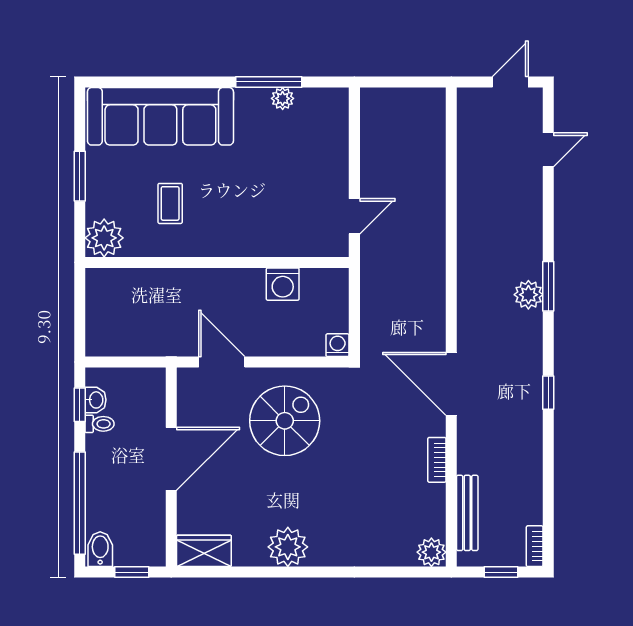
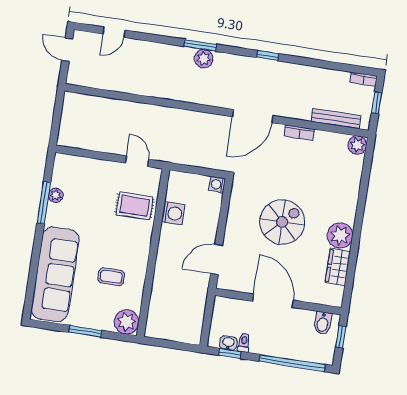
door: (548, 150) -> (114, 32), swing flipped
rug: (285, 223) -> (135, 206), added
spiral stairs: (285, 421) -> (282, 222), moved, turned 90
bidet: (100, 549) -> (323, 323), moved, turned -90
wardrobe: (204, 551) -> (338, 267), moved

